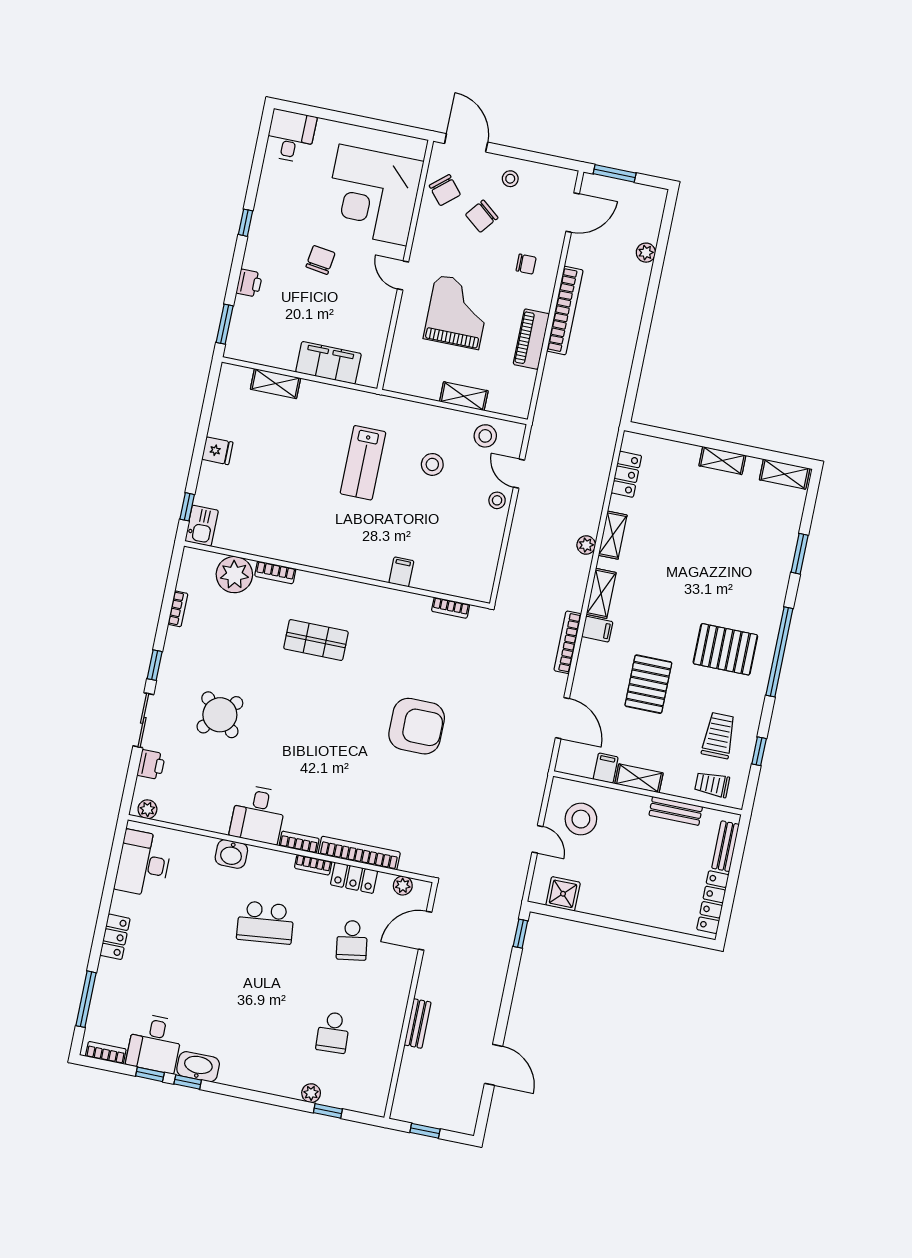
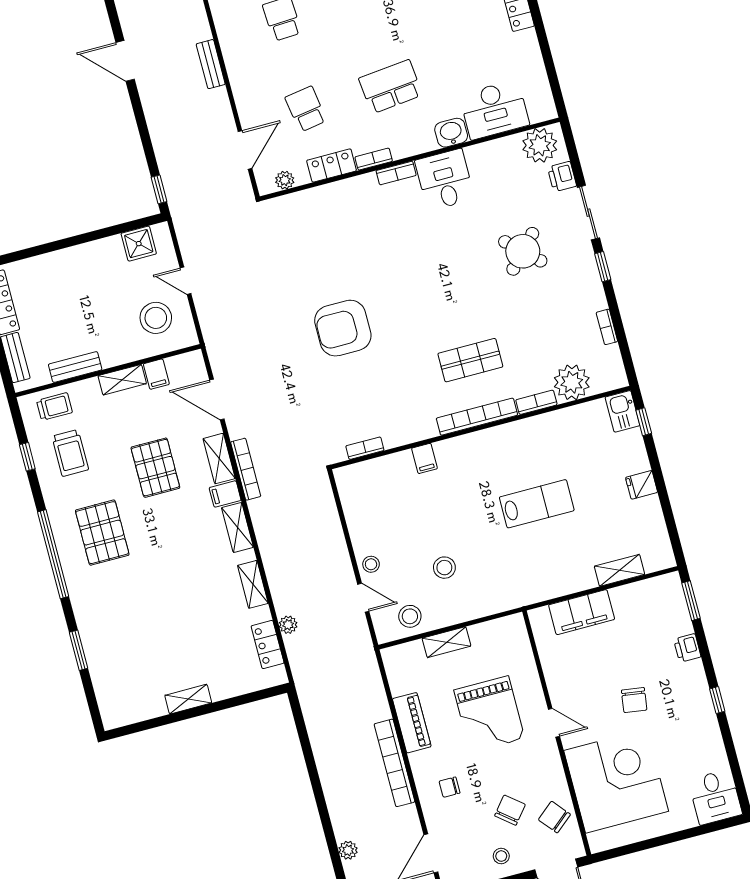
lab bench: (363, 463) -> (537, 504), moved, turned 90
shelving: (785, 474) -> (219, 459), moved, turned 90
plant: (586, 545) -> (288, 625), moved
pallet: (725, 649) -> (102, 533), turned 90
plant: (147, 809) -> (540, 145), width x1.87, depth x1.87
bookcase: (359, 853) -> (477, 417), moved, turned 180
desk: (143, 864) -> (494, 110), moved, turned 90

